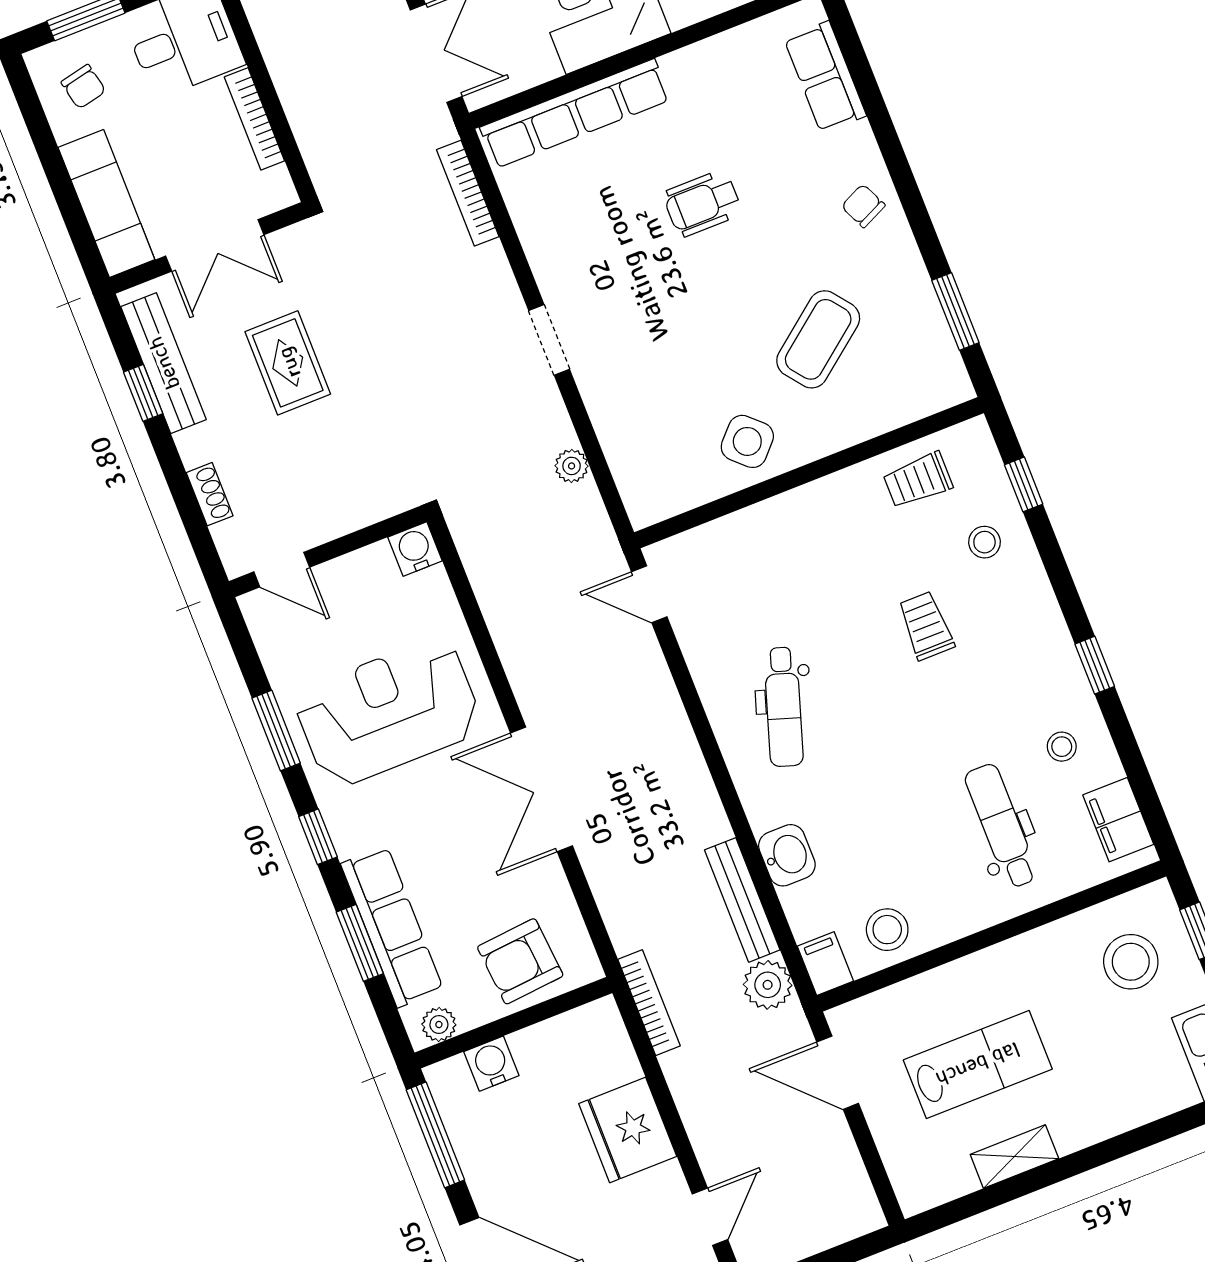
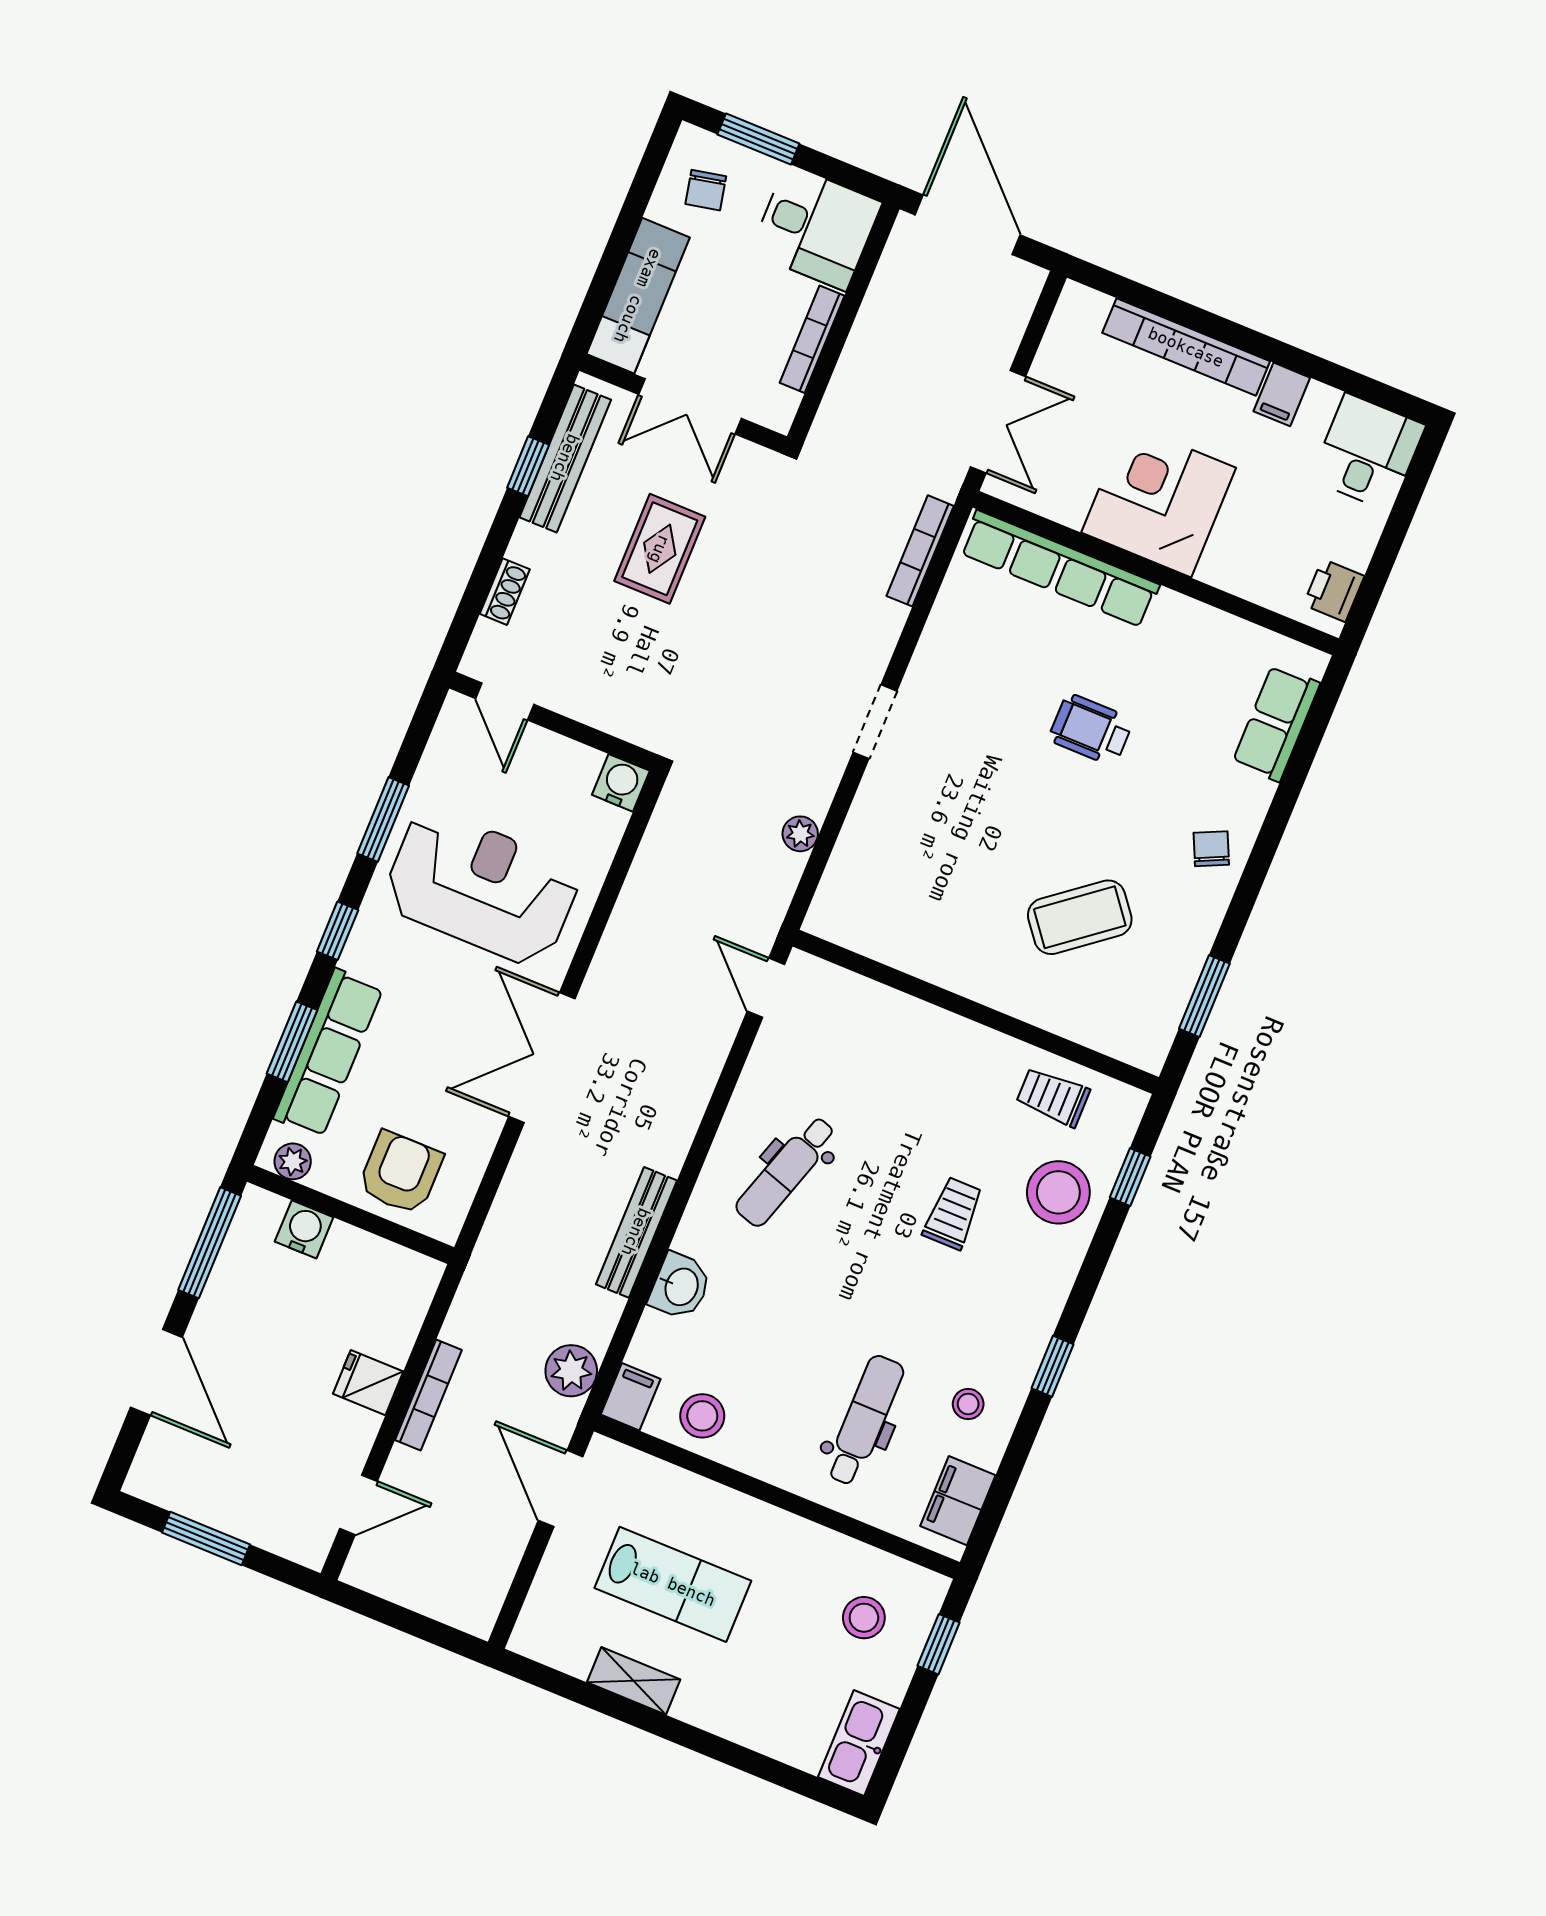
side table: (747, 441) -> (952, 943), removed
stool: (984, 542) -> (1058, 1192), width x1.89, depth x1.89
bench: (742, 900) -> (636, 1232), moved
armchair: (520, 961) -> (400, 1173), turned 95
stool: (1131, 962) -> (864, 1618), width x0.73, depth x0.73
bookcase: (649, 1003) -> (428, 1395), moved
fridge: (628, 1130) -> (368, 1383), width x0.53, depth x0.75

